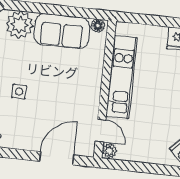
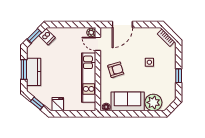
armchair: (76, 85) -> (116, 70), added

